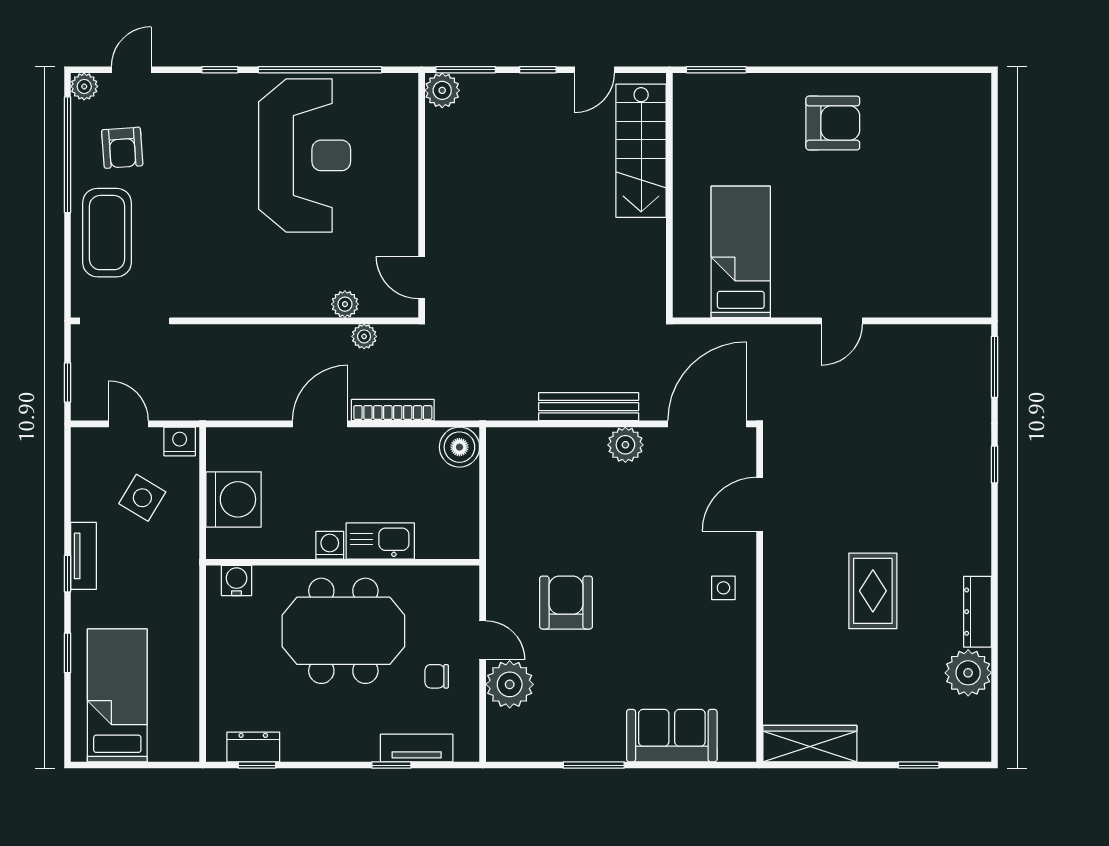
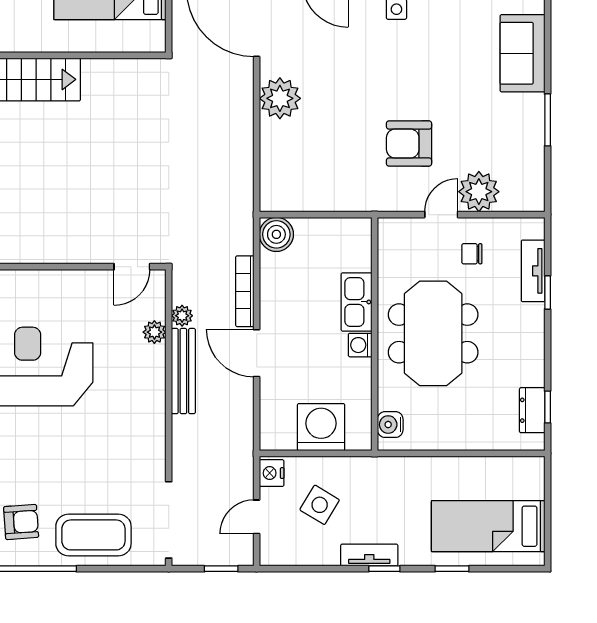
bench: (589, 407) -> (183, 371), moved
plant: (625, 445) -> (280, 98), width x1.36, depth x1.36
chair: (437, 676) -> (472, 254), turned 90

